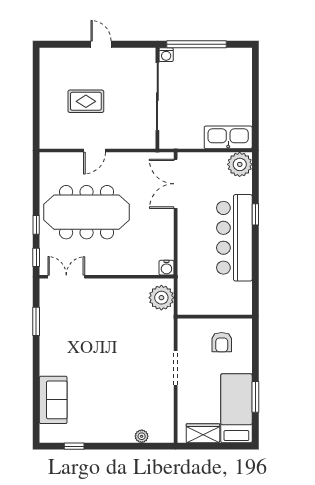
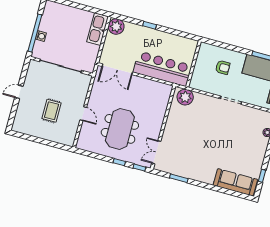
washing machine: (166, 55) -> (41, 36), moved
meeting table: (87, 212) -> (120, 129), width x0.73
bar counter: (234, 238) -> (162, 69), moved, turned 180
water cooler: (166, 268) -> (167, 89), removed
wall: (215, 317) -> (193, 64), moved
sofa: (53, 400) -> (235, 182), width x1.36

